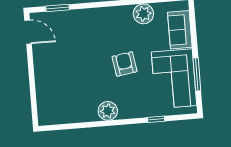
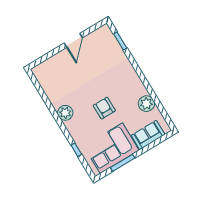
door: (28, 32) -> (73, 40), moved
armchair: (125, 64) -> (104, 108), turned -81

